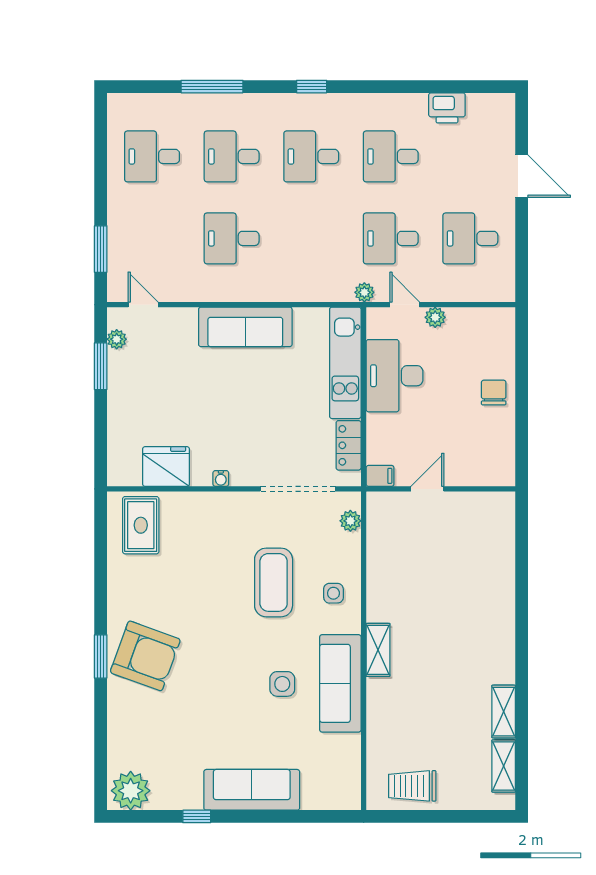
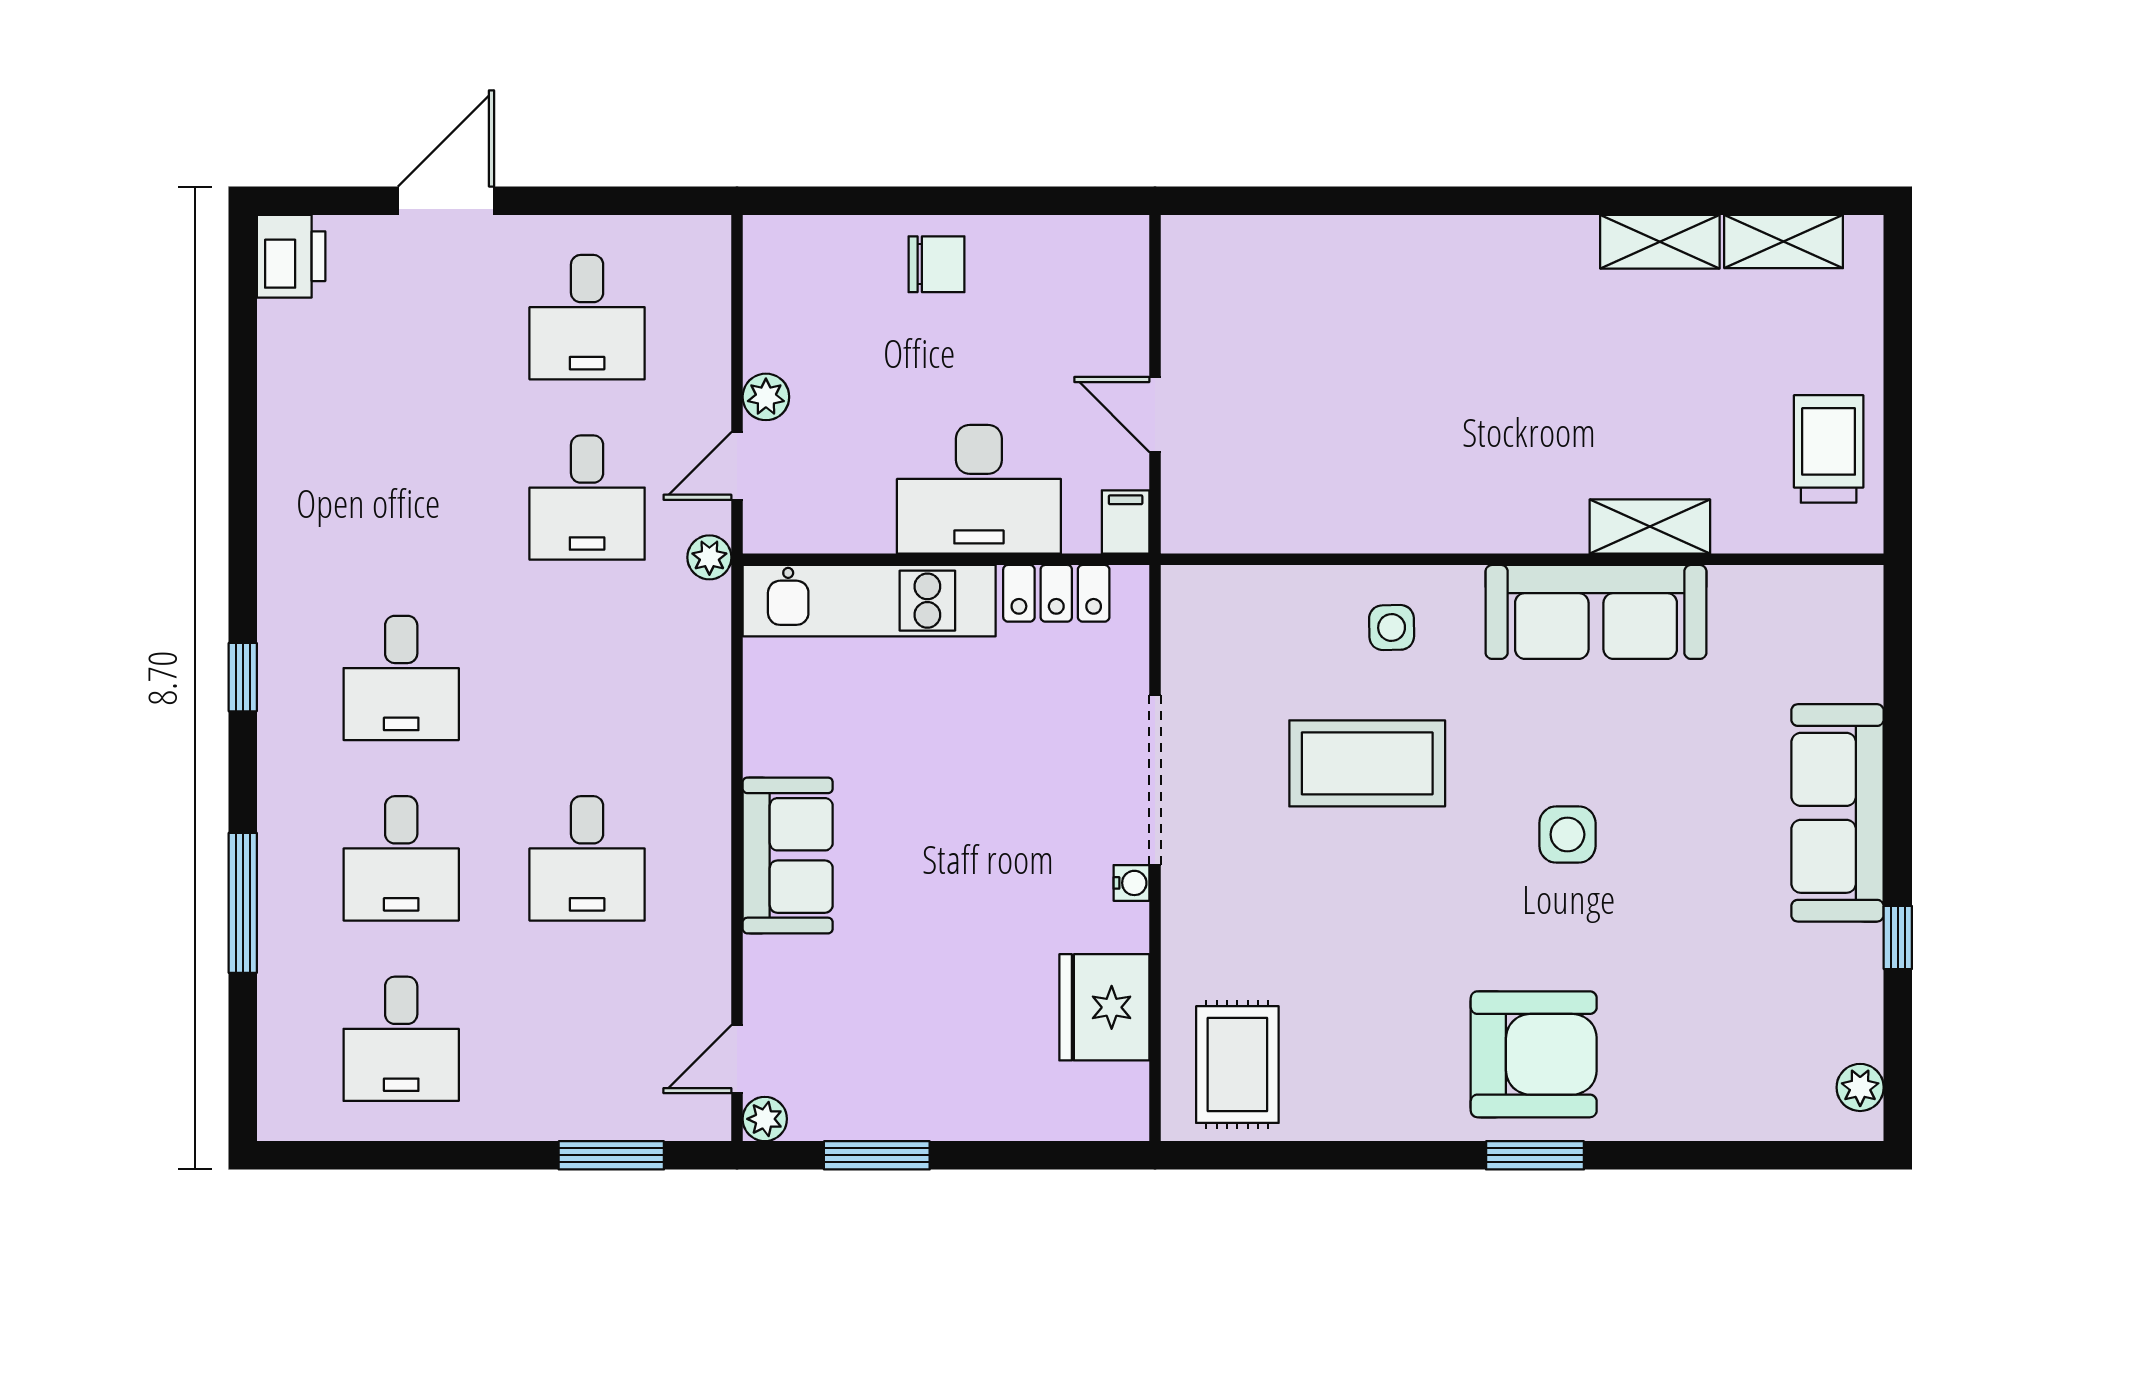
printer: (447, 108) -> (291, 256), moved
desk: (391, 156) -> (401, 498), removed
sofa: (245, 327) -> (788, 855), width x0.73
plant: (117, 339) -> (765, 1119), moved
desk: (394, 376) -> (979, 489), moved
chair: (494, 393) -> (937, 264), turned 180
doorway: (298, 489) -> (1155, 780), moved
plant: (350, 521) -> (1228, 589), removed
rug: (141, 525) -> (1237, 1065), turned 90
shelving: (378, 650) -> (1650, 527), moved
armchair: (145, 656) -> (1534, 1054), turned 70
side table: (282, 684) -> (1567, 834), moved
trolley: (412, 786) -> (1829, 449), turned 180
plant: (131, 791) -> (1860, 1087), width x0.53, depth x0.53

